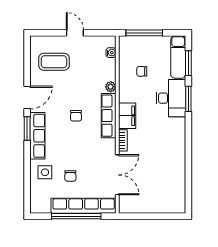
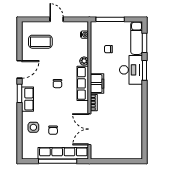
row of seats: (37, 136) -> (27, 99), width x0.68
double door: (117, 175) -> (89, 129), swing flipped

